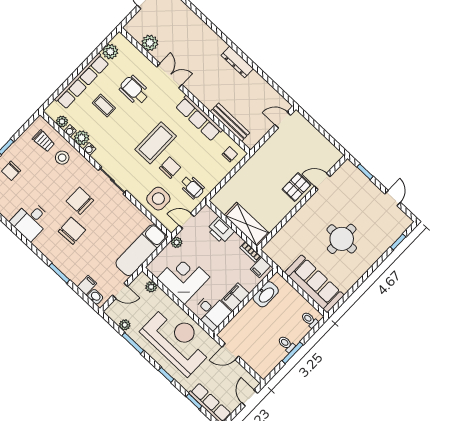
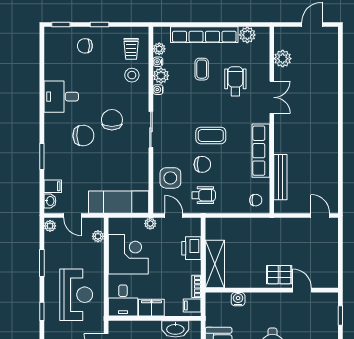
dresser: (237, 62) -> (331, 139), removed
coffee table: (156, 143) -> (211, 135), width x0.73, depth x0.76
wheelchair: (192, 187) -> (204, 195), turned -90
water cooler: (286, 232) -> (238, 299), added
plant: (125, 325) -> (50, 226), moved
reception desk: (177, 340) -> (76, 295), width x0.74, depth x0.77

